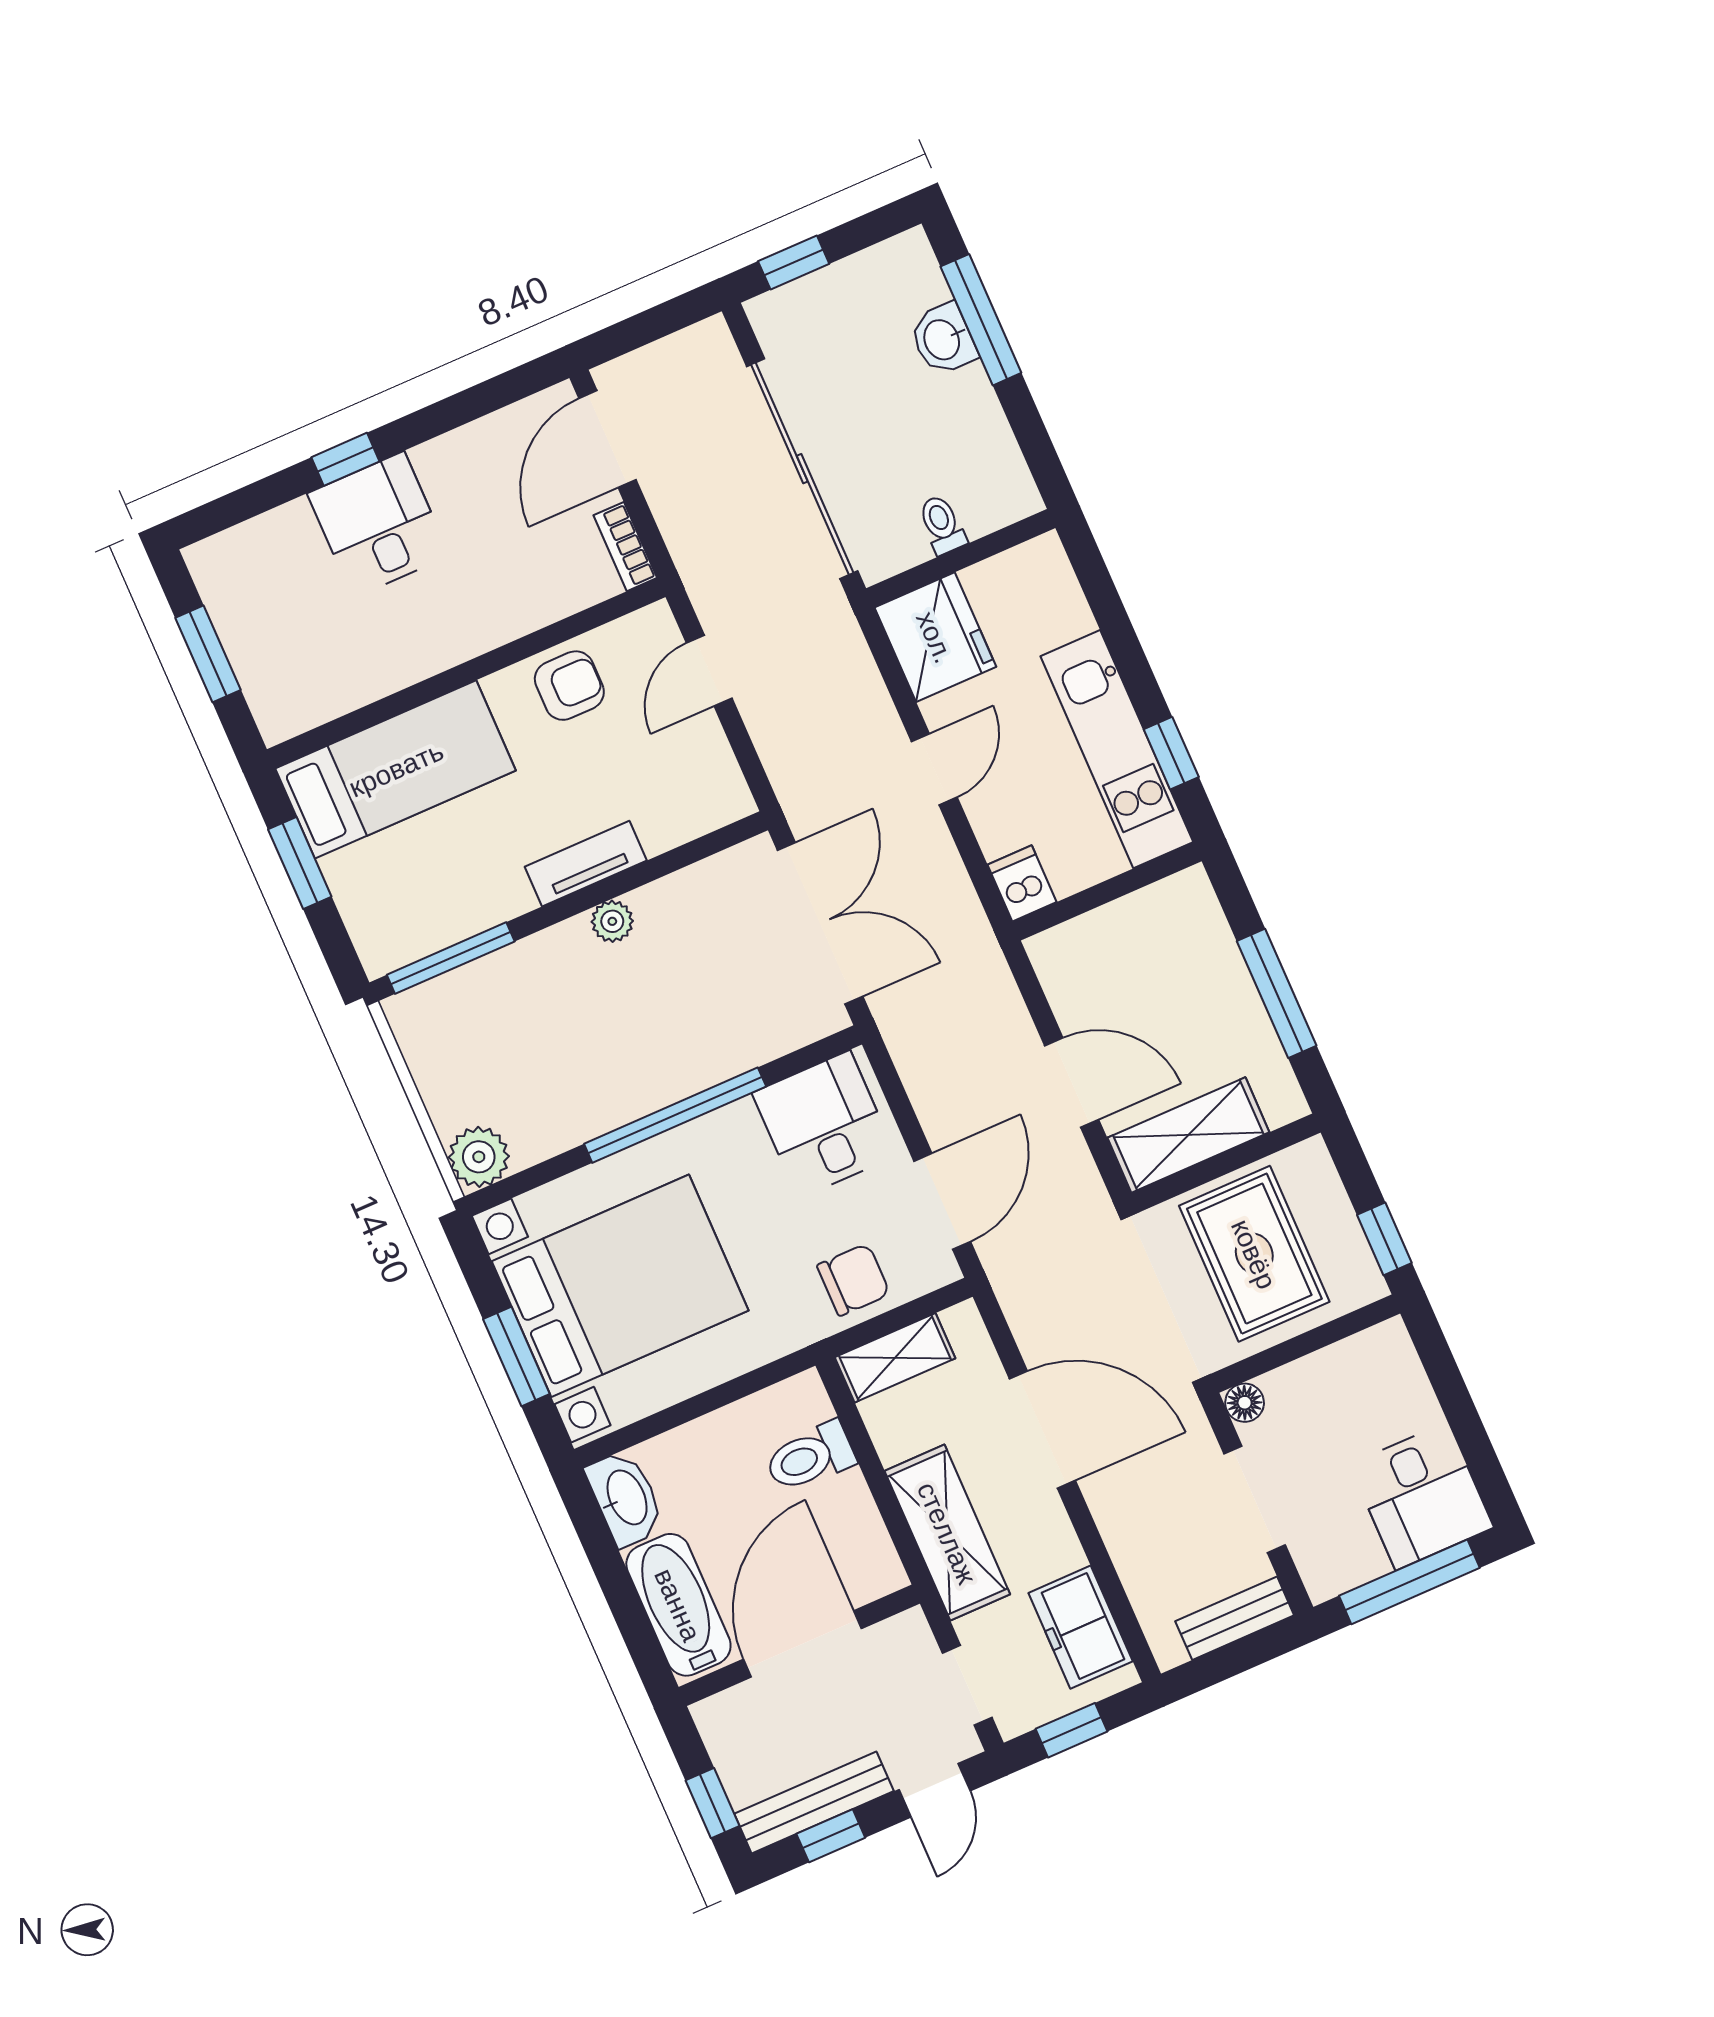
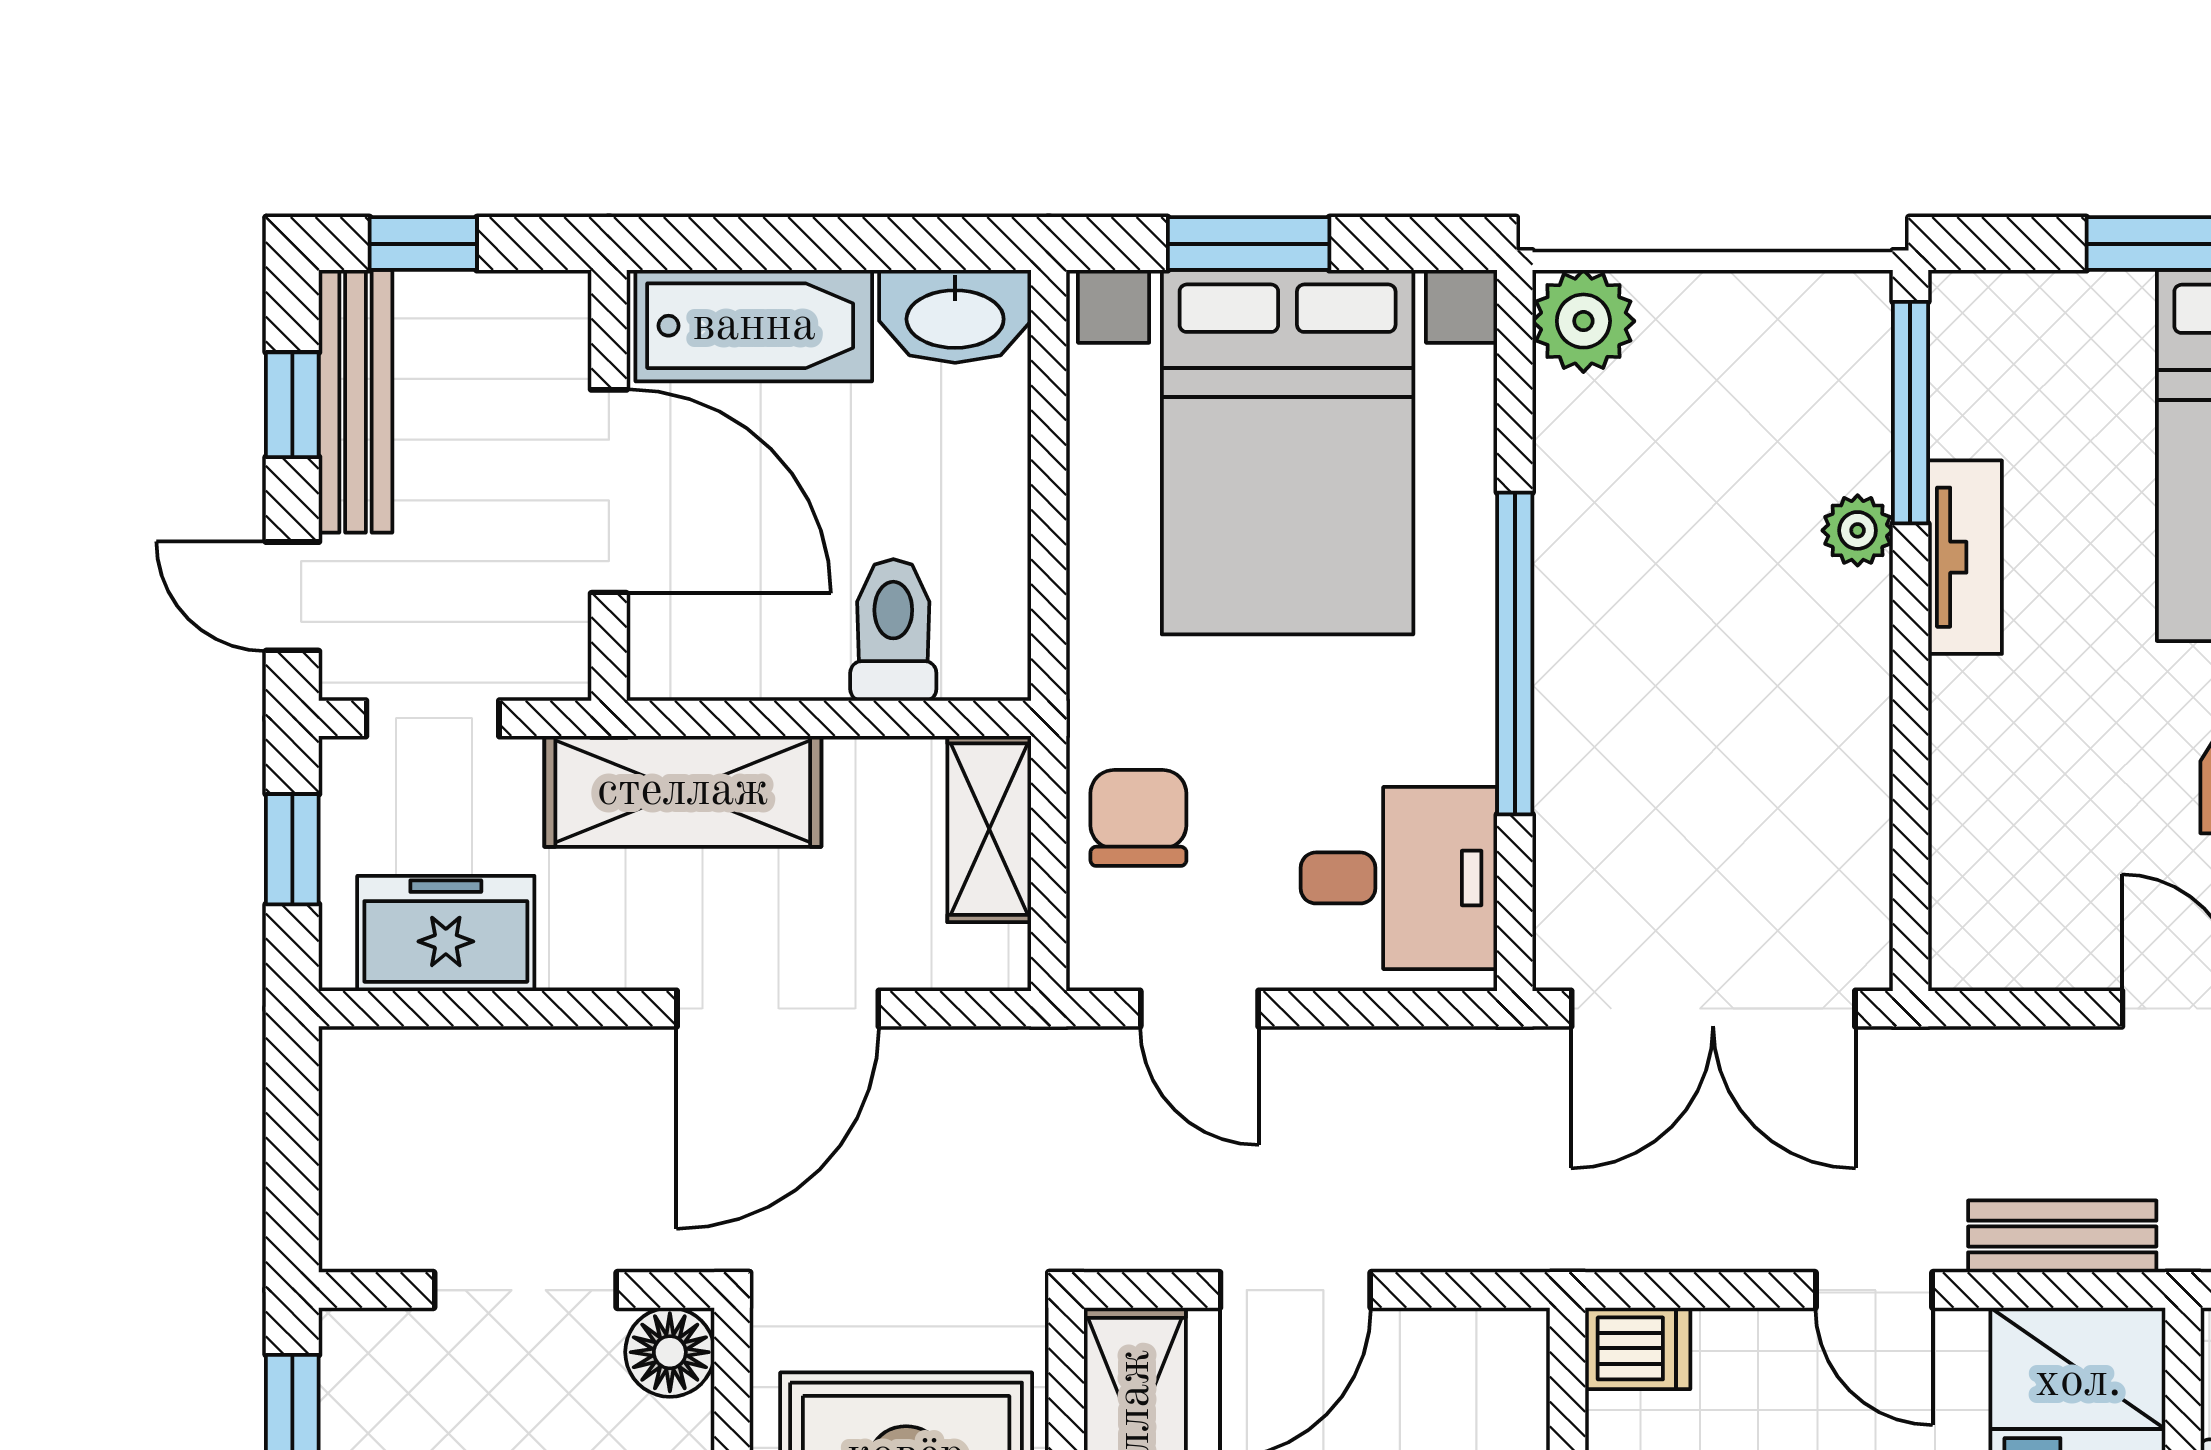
tv unit: (586, 864) -> (1965, 557), moved
plant: (612, 921) -> (1858, 530), moved
door: (942, 1201) -> (1199, 1009), width x0.73
chair: (853, 1280) -> (1138, 818), turned 180
floor lamp: (1245, 1403) -> (670, 1352), width x1.37, depth x1.37
bench: (1235, 1618) -> (2062, 1236), moved, turned 90

